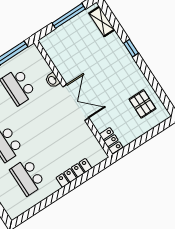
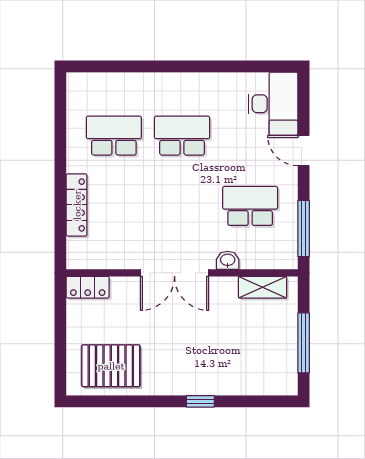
shelving: (102, 21) -> (263, 287), moved
pallet: (142, 104) -> (111, 366), width x1.50, depth x1.42

